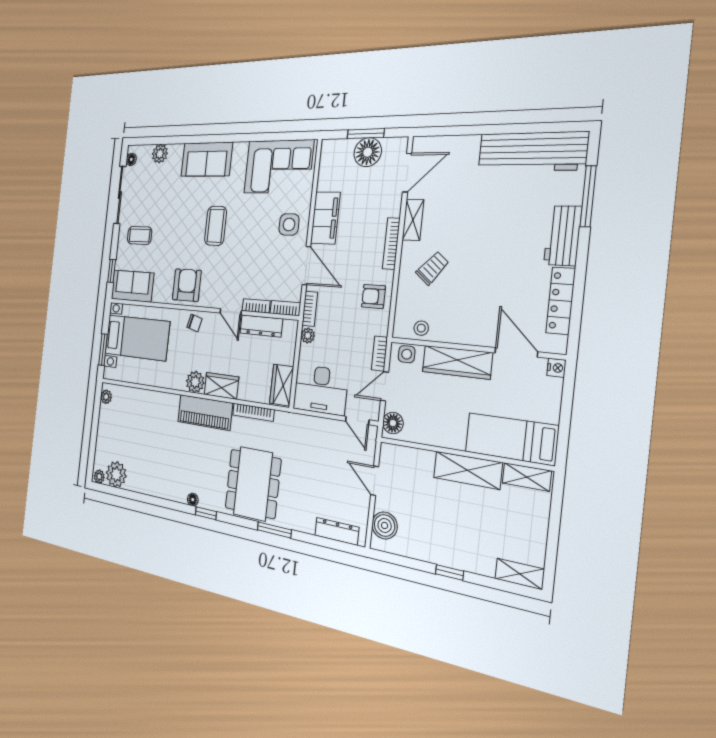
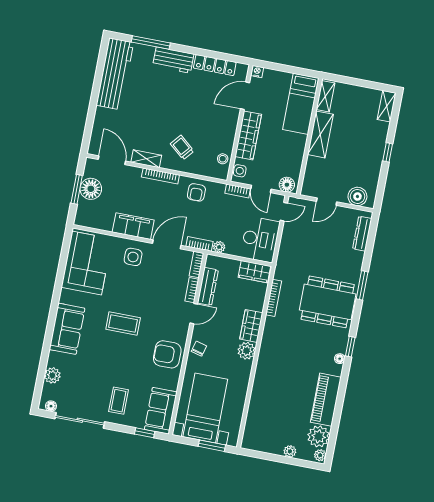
plant: (106, 397) -> (290, 451), moved
piano: (205, 412) -> (326, 400), moved, turned 180

